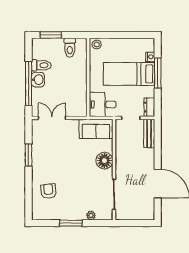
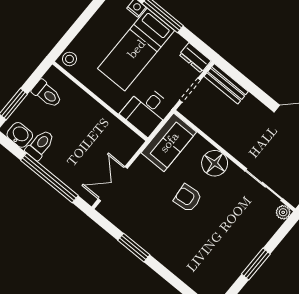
washbasin: (38, 80) -> (20, 135), moved
armchair: (48, 191) -> (188, 198), moved
plant: (91, 215) -> (283, 212), moved

